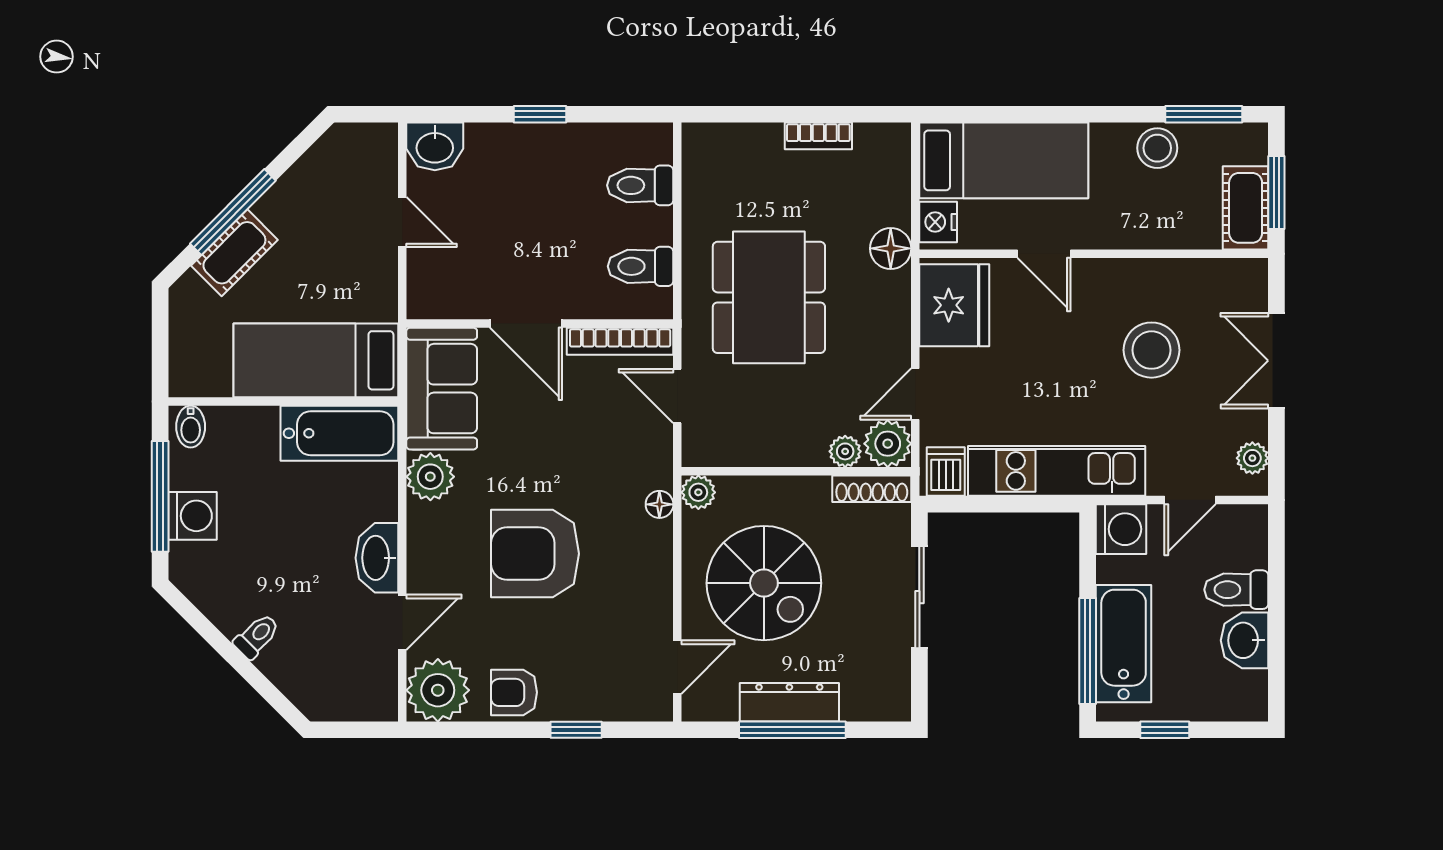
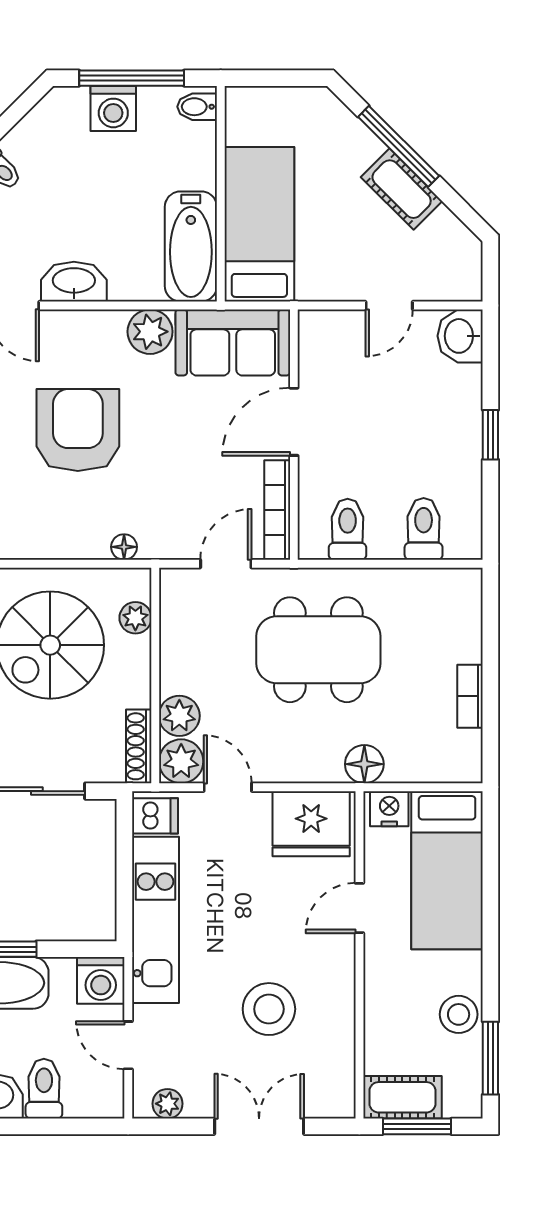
cot: (234, 253) -> (402, 189), moved
plant: (845, 451) -> (179, 716), width x1.38, depth x1.38
plant: (698, 492) -> (135, 618), moved

